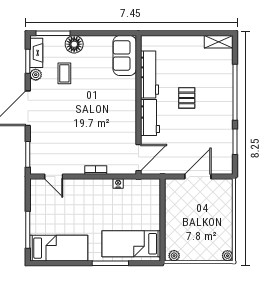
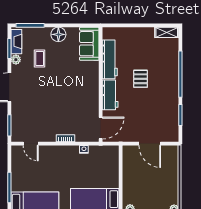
floor lamp: (74, 44) -> (58, 34), moved
door: (198, 177) -> (150, 144), swing flipped

